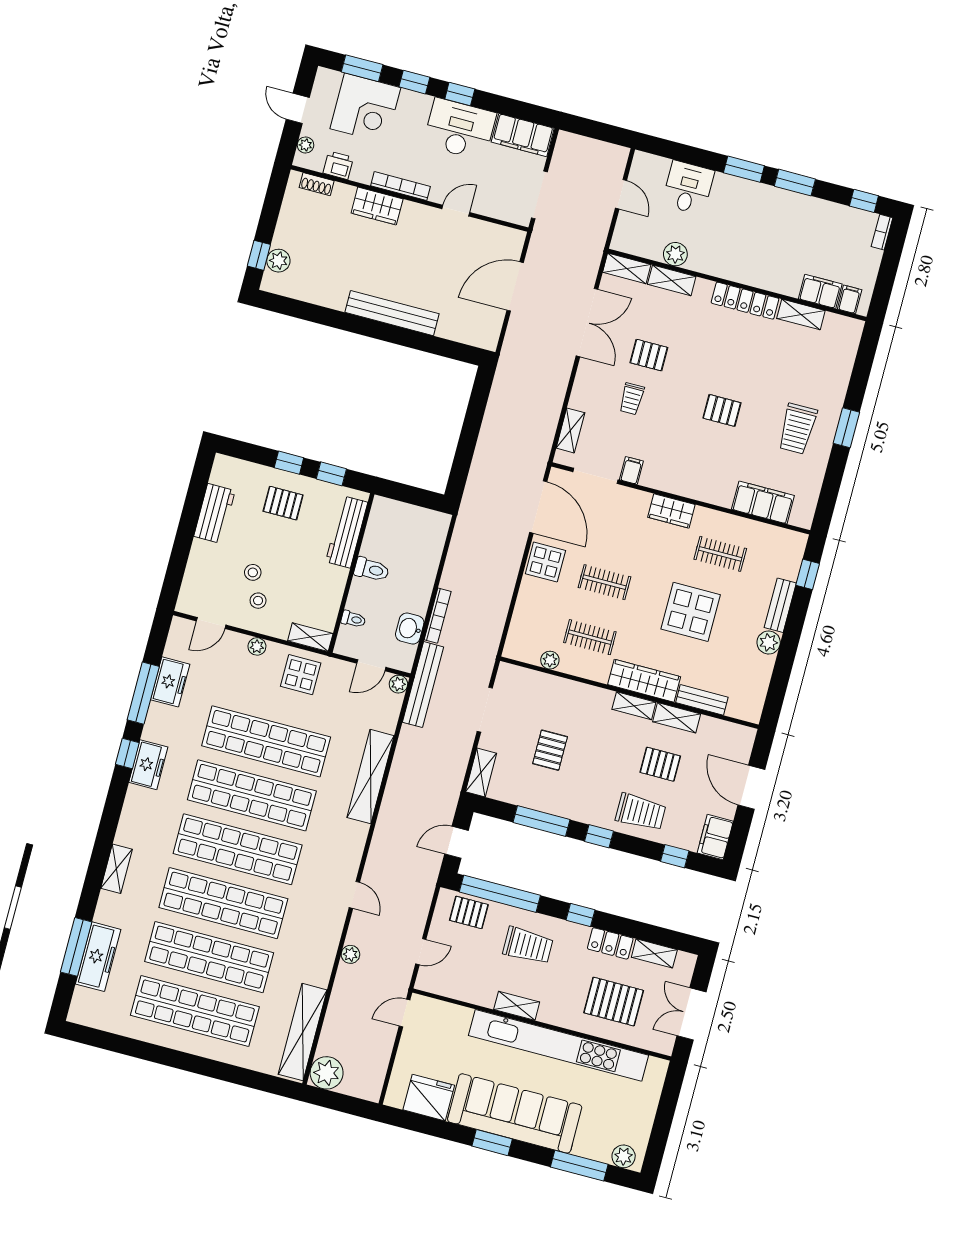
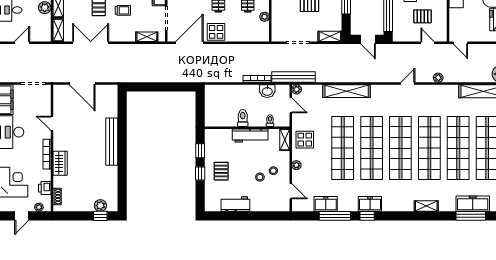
workbench: (347, 532) -> (250, 135), moved
pallet: (469, 912) -> (423, 16), moved, turned 90

